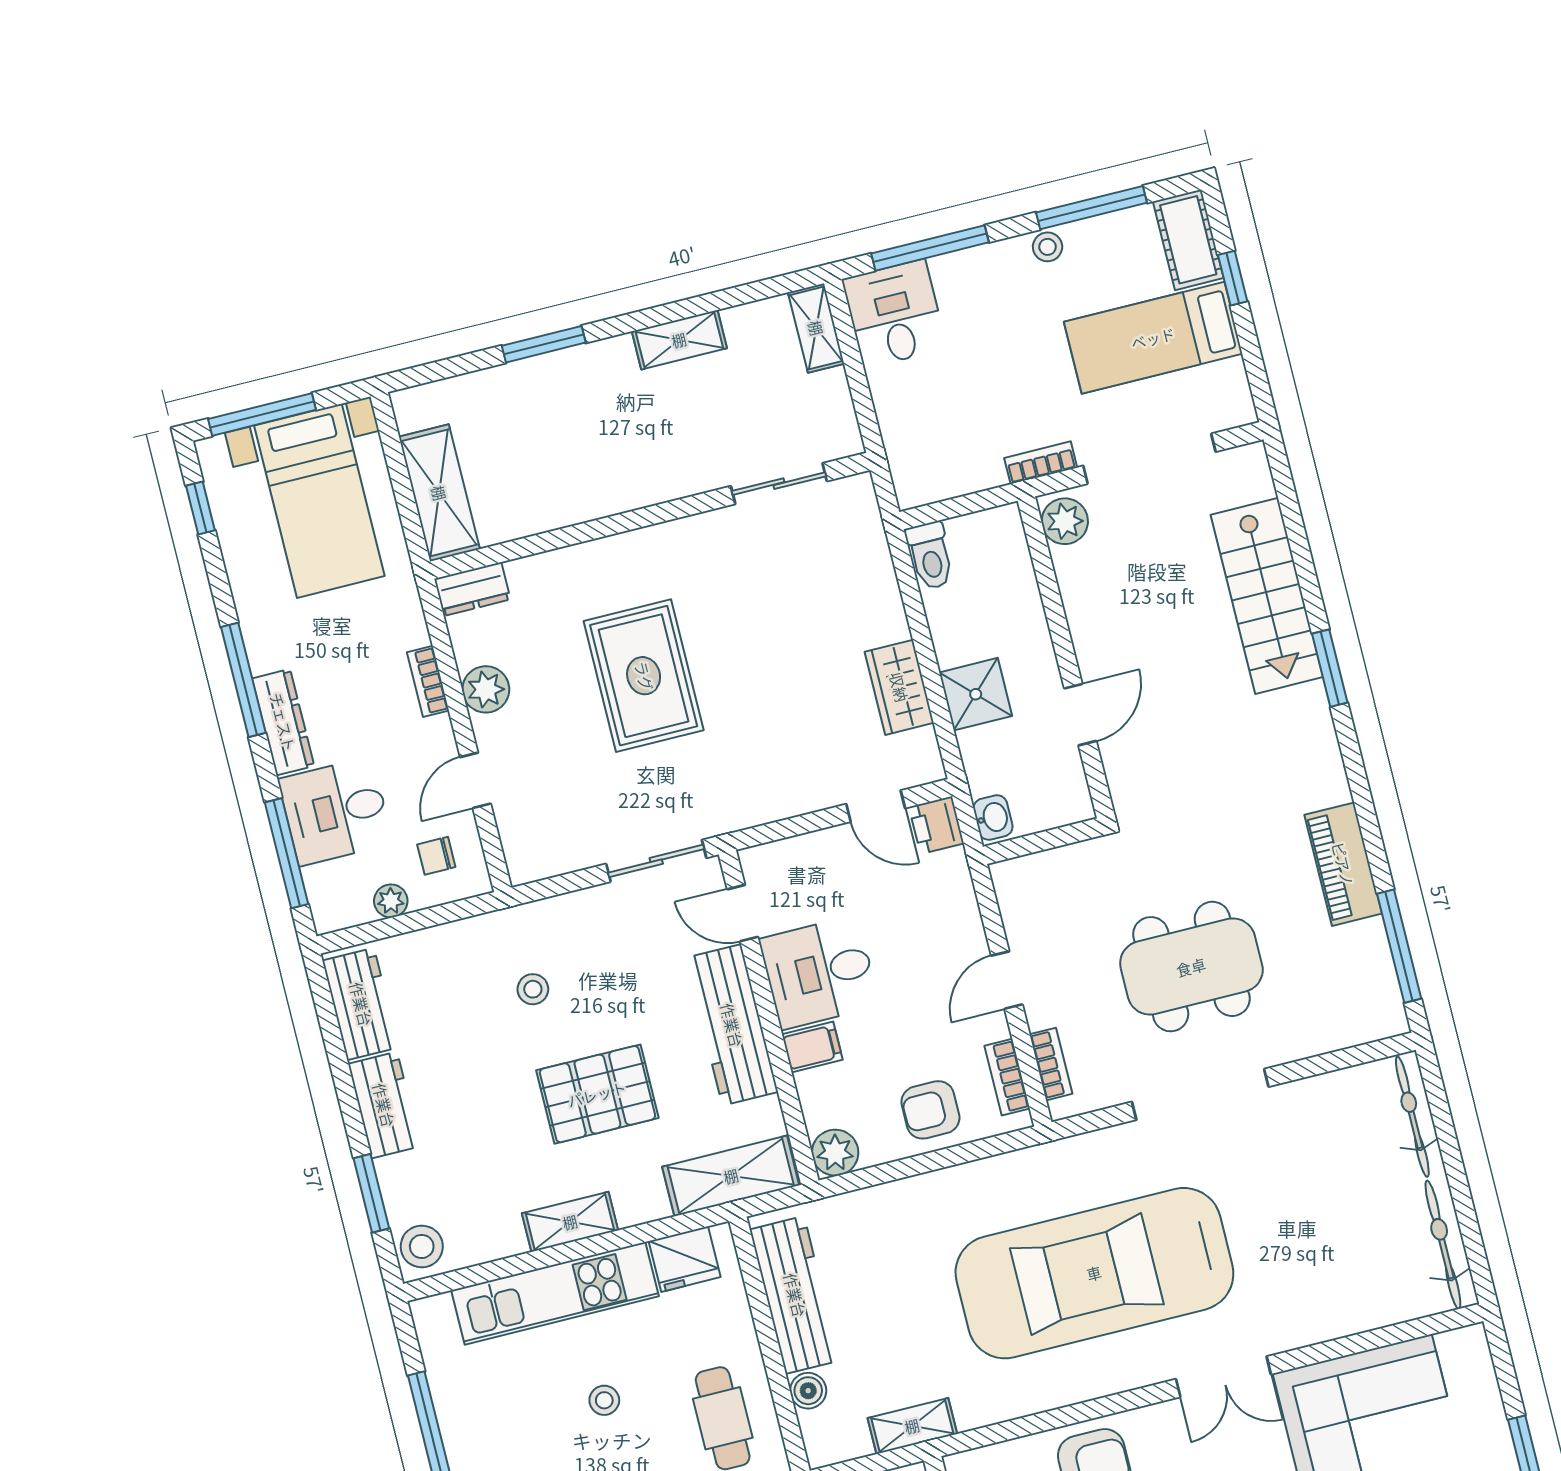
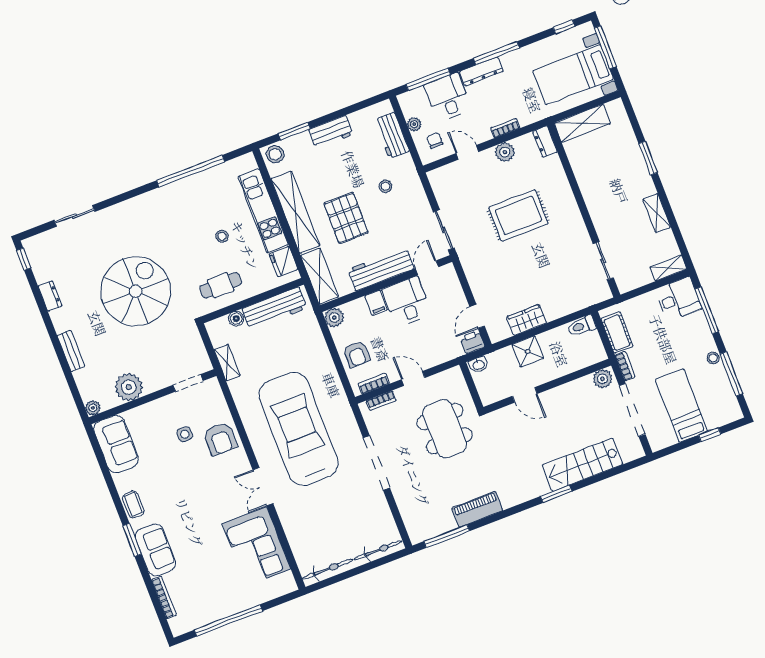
cot: (1188, 240) -> (617, 332), moved, turned 90
dining table: (1191, 967) -> (445, 429), moved
workbench: (361, 1004) -> (392, 135), moved, turned 90
armchair: (930, 1110) -> (356, 354), turned 180
shelving: (570, 1222) -> (295, 212), width x2.20, depth x1.33

